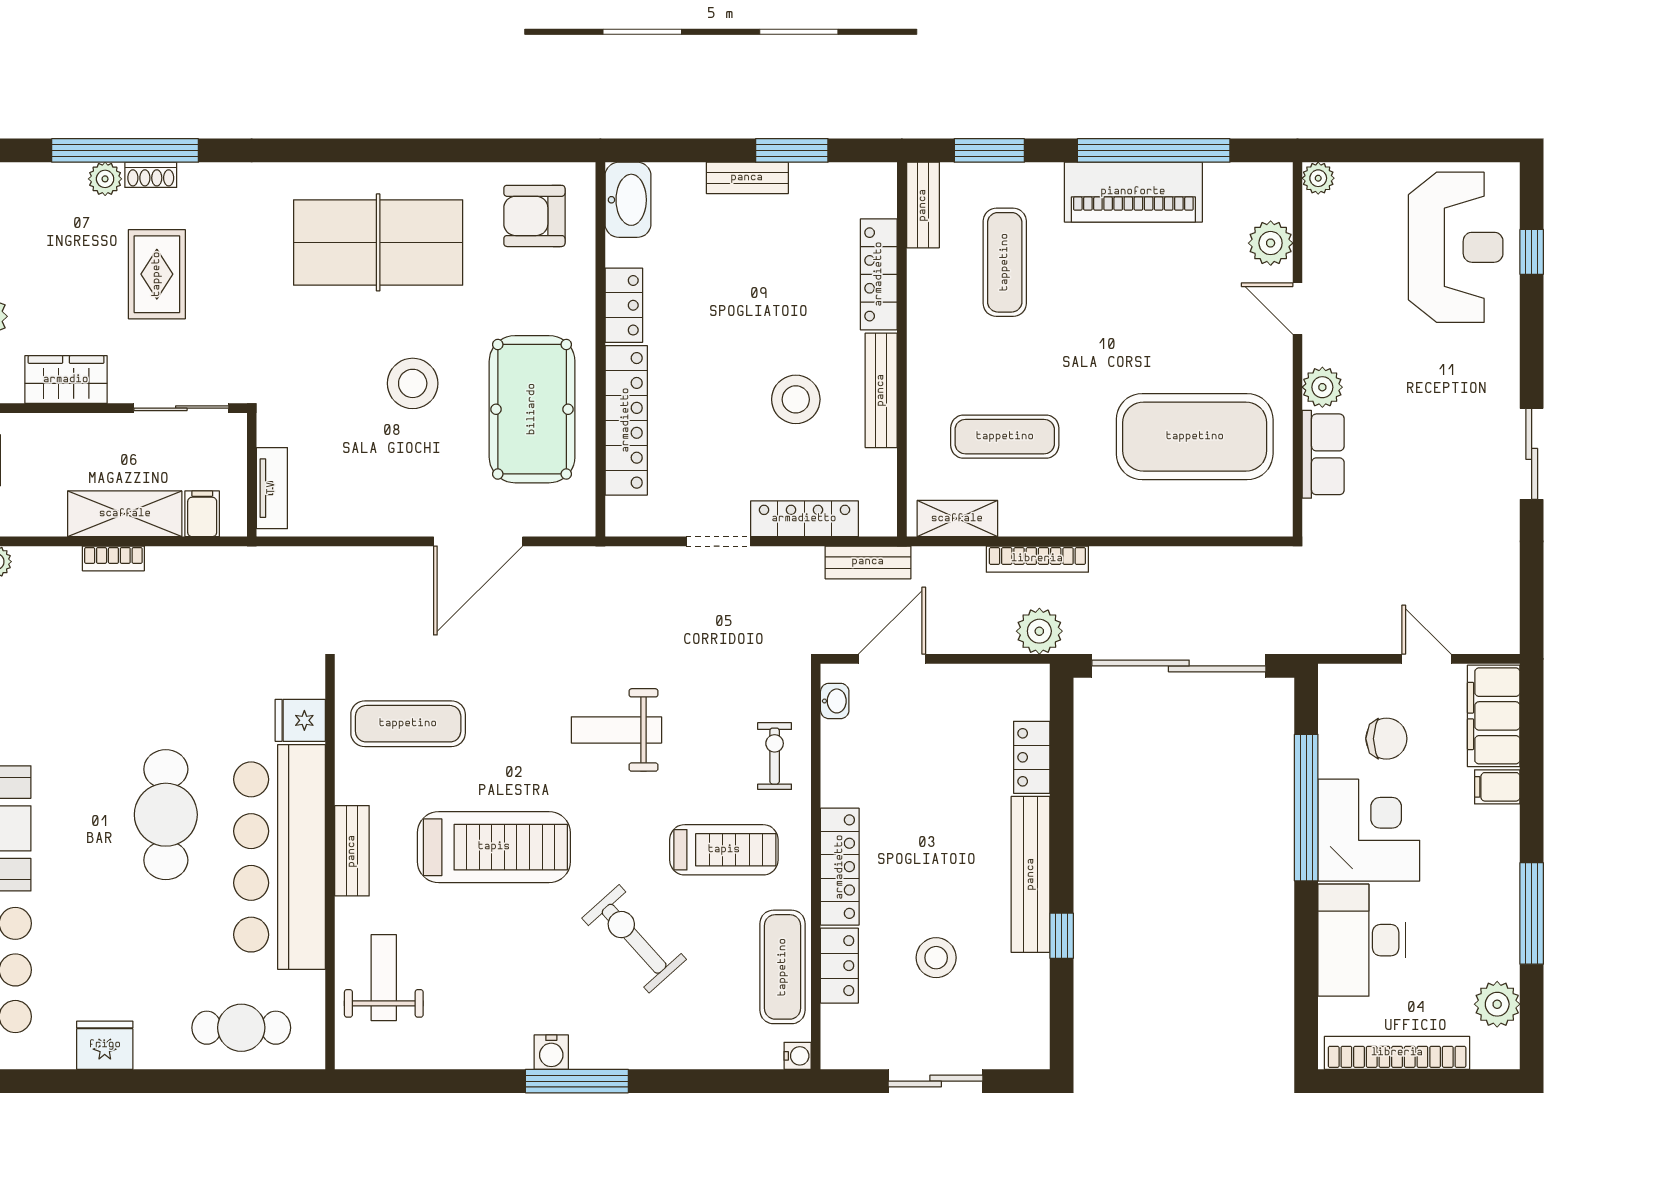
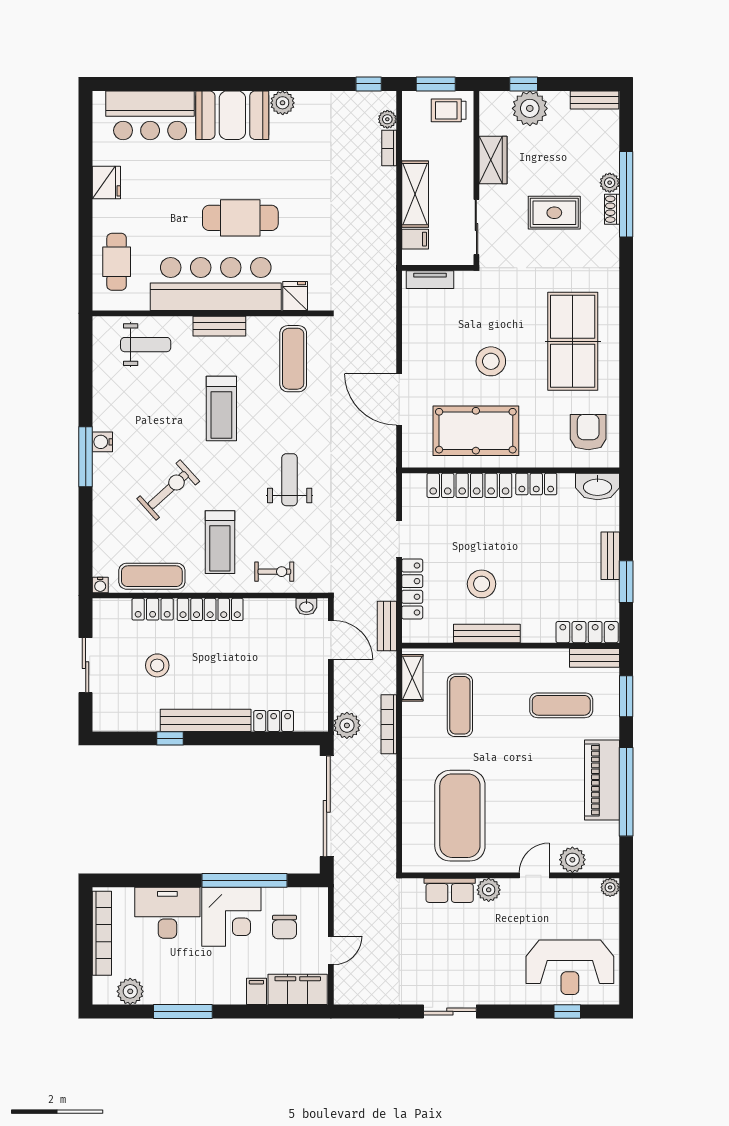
locker: (879, 274) -> (587, 632), moved
bookcase: (113, 558) -> (389, 148), moved
treadmill: (494, 847) -> (221, 409), width x0.73, depth x0.73

